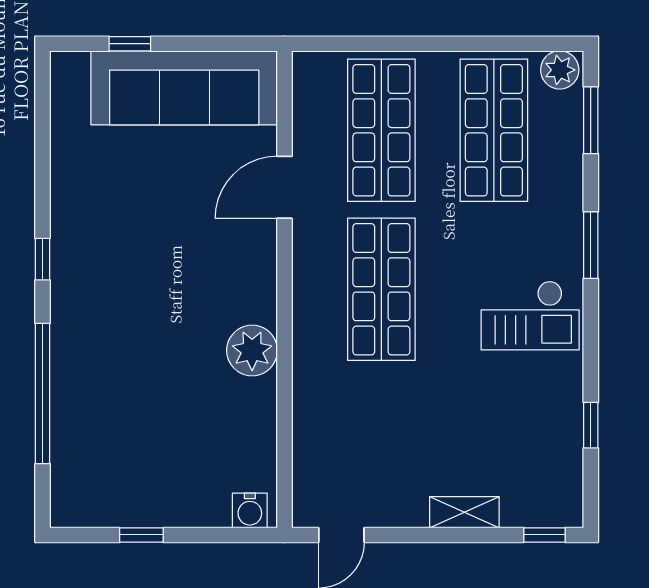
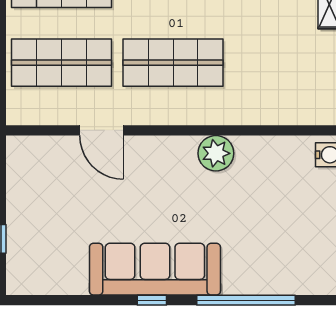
sofa: (184, 88) -> (155, 269), moved, turned -90

